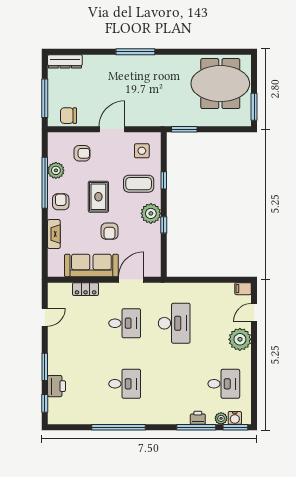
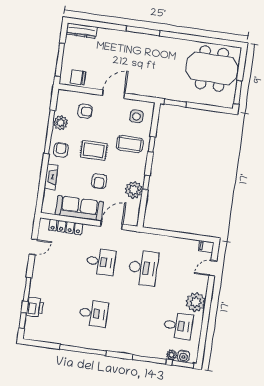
rug: (98, 197) -> (94, 150), turned 90
plant: (151, 213) -> (134, 190), moved
locker: (86, 289) -> (66, 227), width x1.53
plant: (240, 339) -> (196, 302), moved
printer: (198, 418) -> (152, 351), removed

